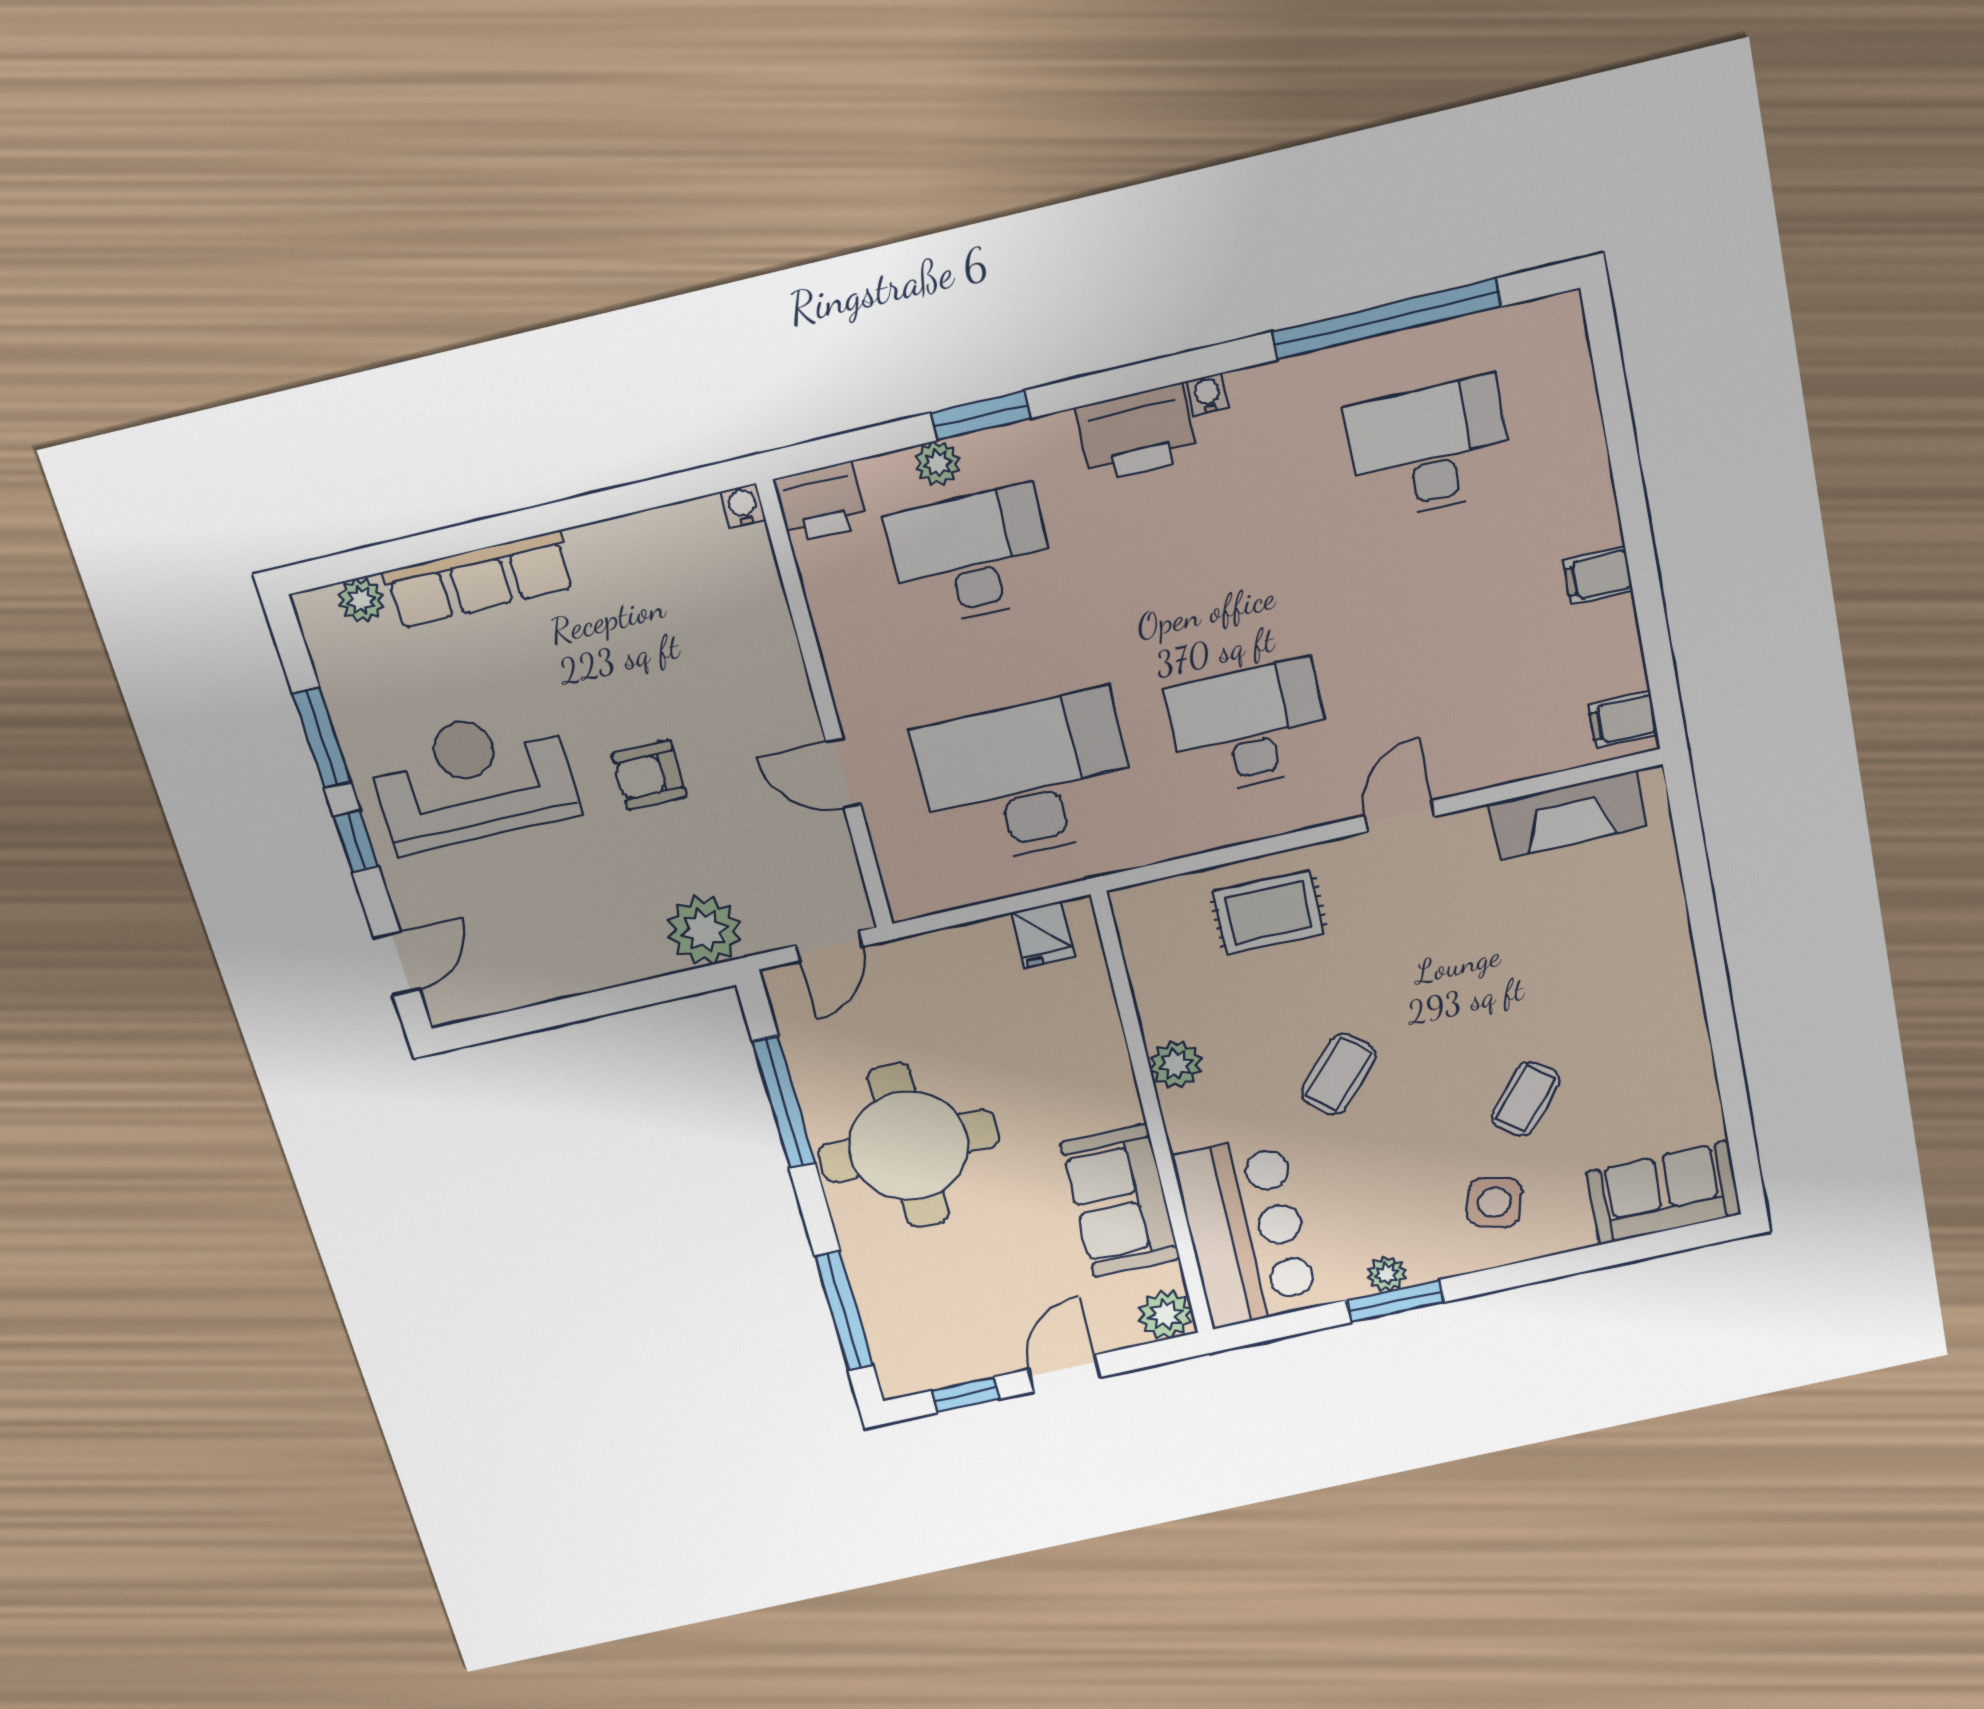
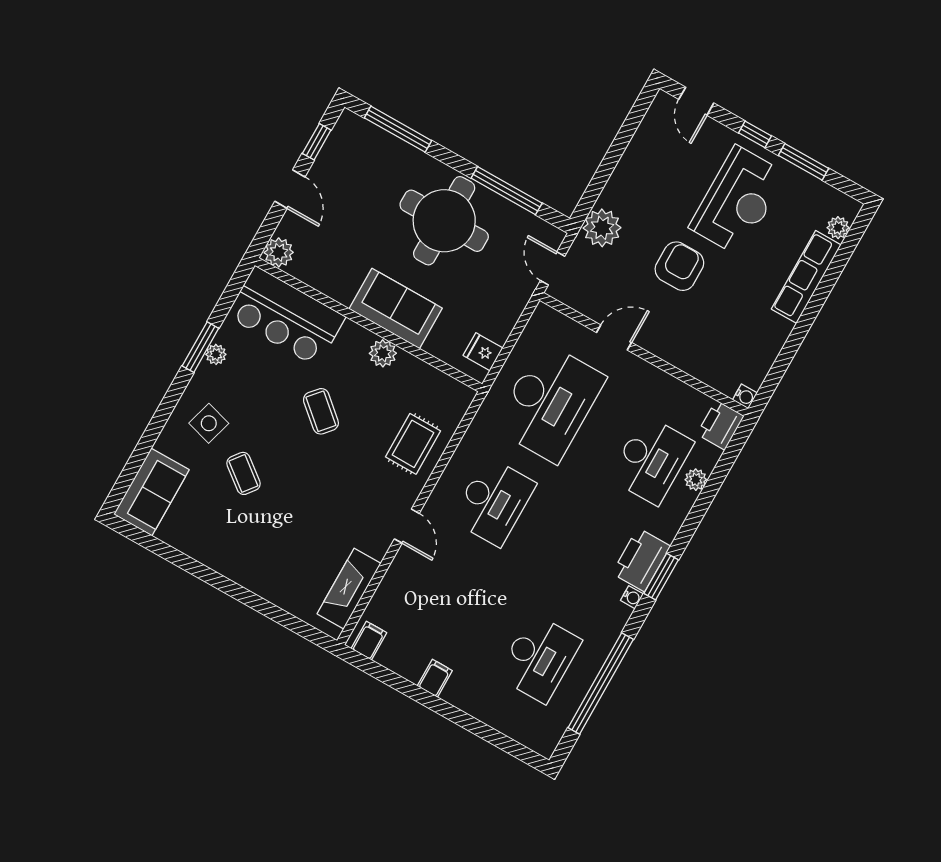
window: (981, 416) -> (661, 577), moved
armchair: (649, 775) -> (679, 266), width x1.38, depth x1.38
sofa: (1120, 1201) -> (396, 309), moved

